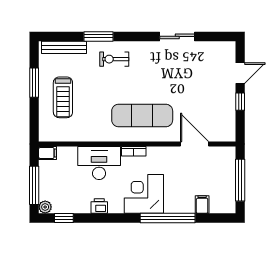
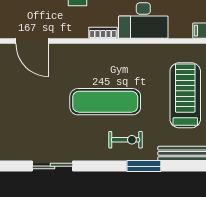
treadmill: (63, 97) -> (185, 95), width x1.37, depth x1.38
exercise mat: (142, 116) -> (105, 102), moved

